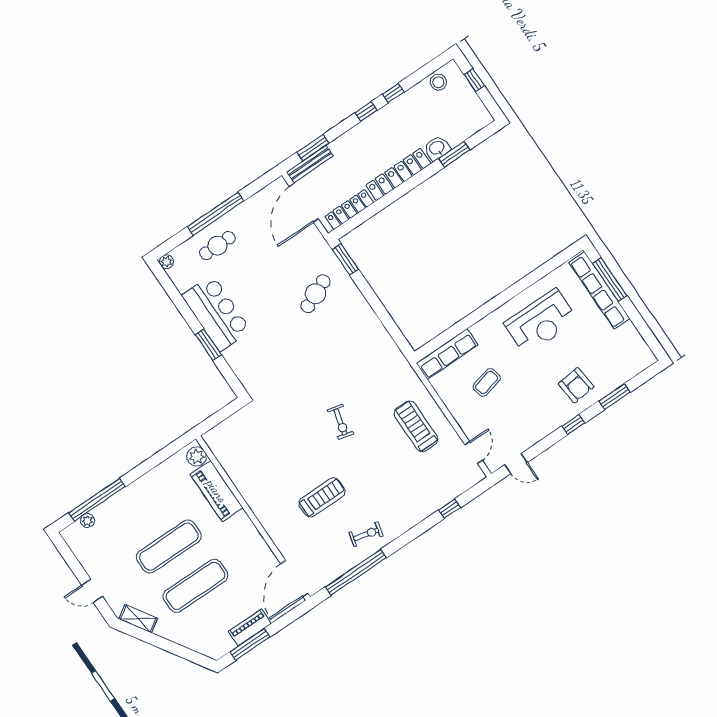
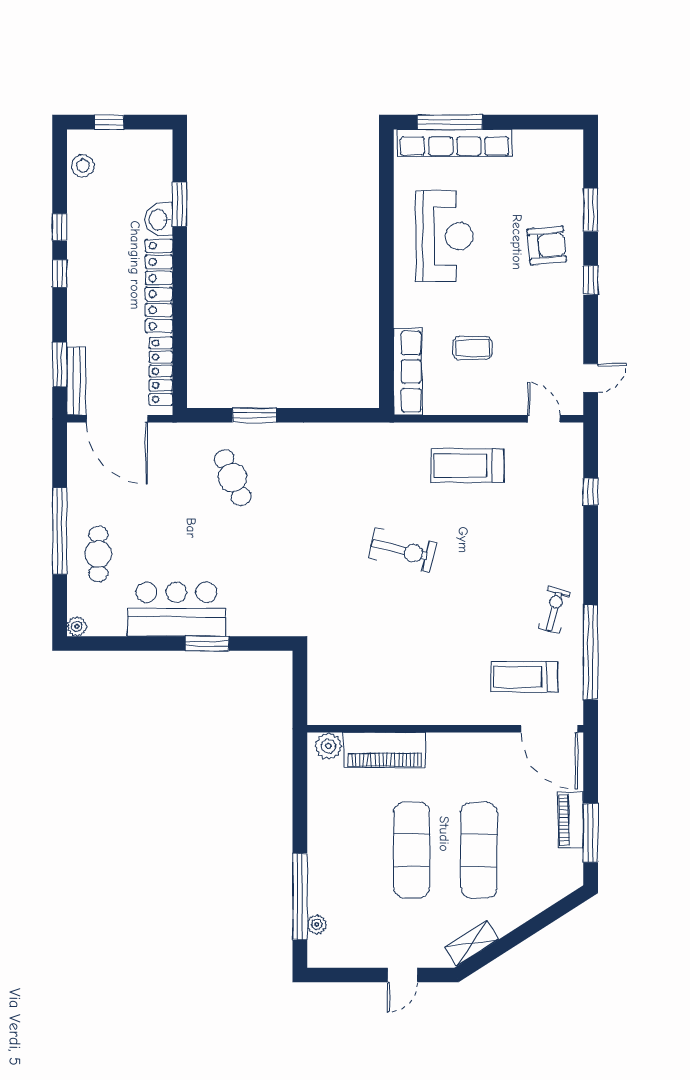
window: (345, 259) -> (255, 415), moved
coffee table: (487, 382) -> (472, 348), turned -76
exercise bike: (340, 422) -> (402, 550), width x1.38, depth x1.39
treadmill: (322, 497) -> (524, 677), moved, turned -90

